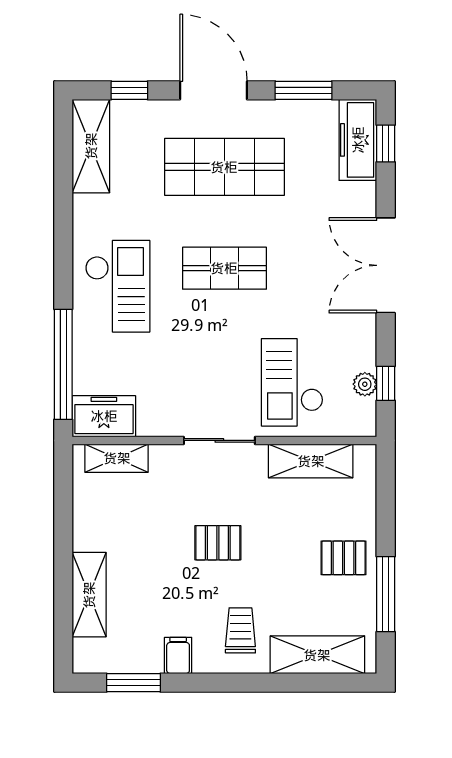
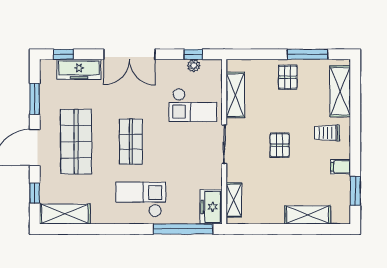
freezer: (358, 140) -> (79, 69), moved

